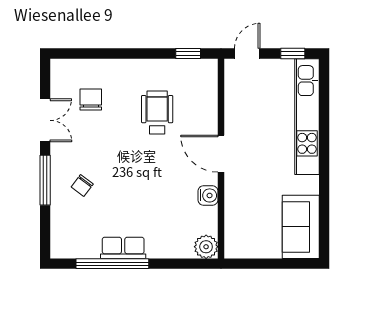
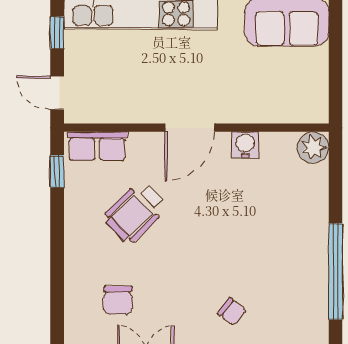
chair: (91, 100) -> (118, 300), turned -90
wheelchair: (157, 113) -> (135, 212), turned -44
row of seats: (123, 248) -> (97, 146), moved, turned -90

